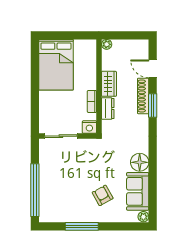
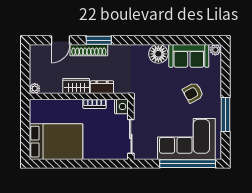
corner sofa: (58, 189) -> (186, 139), added

